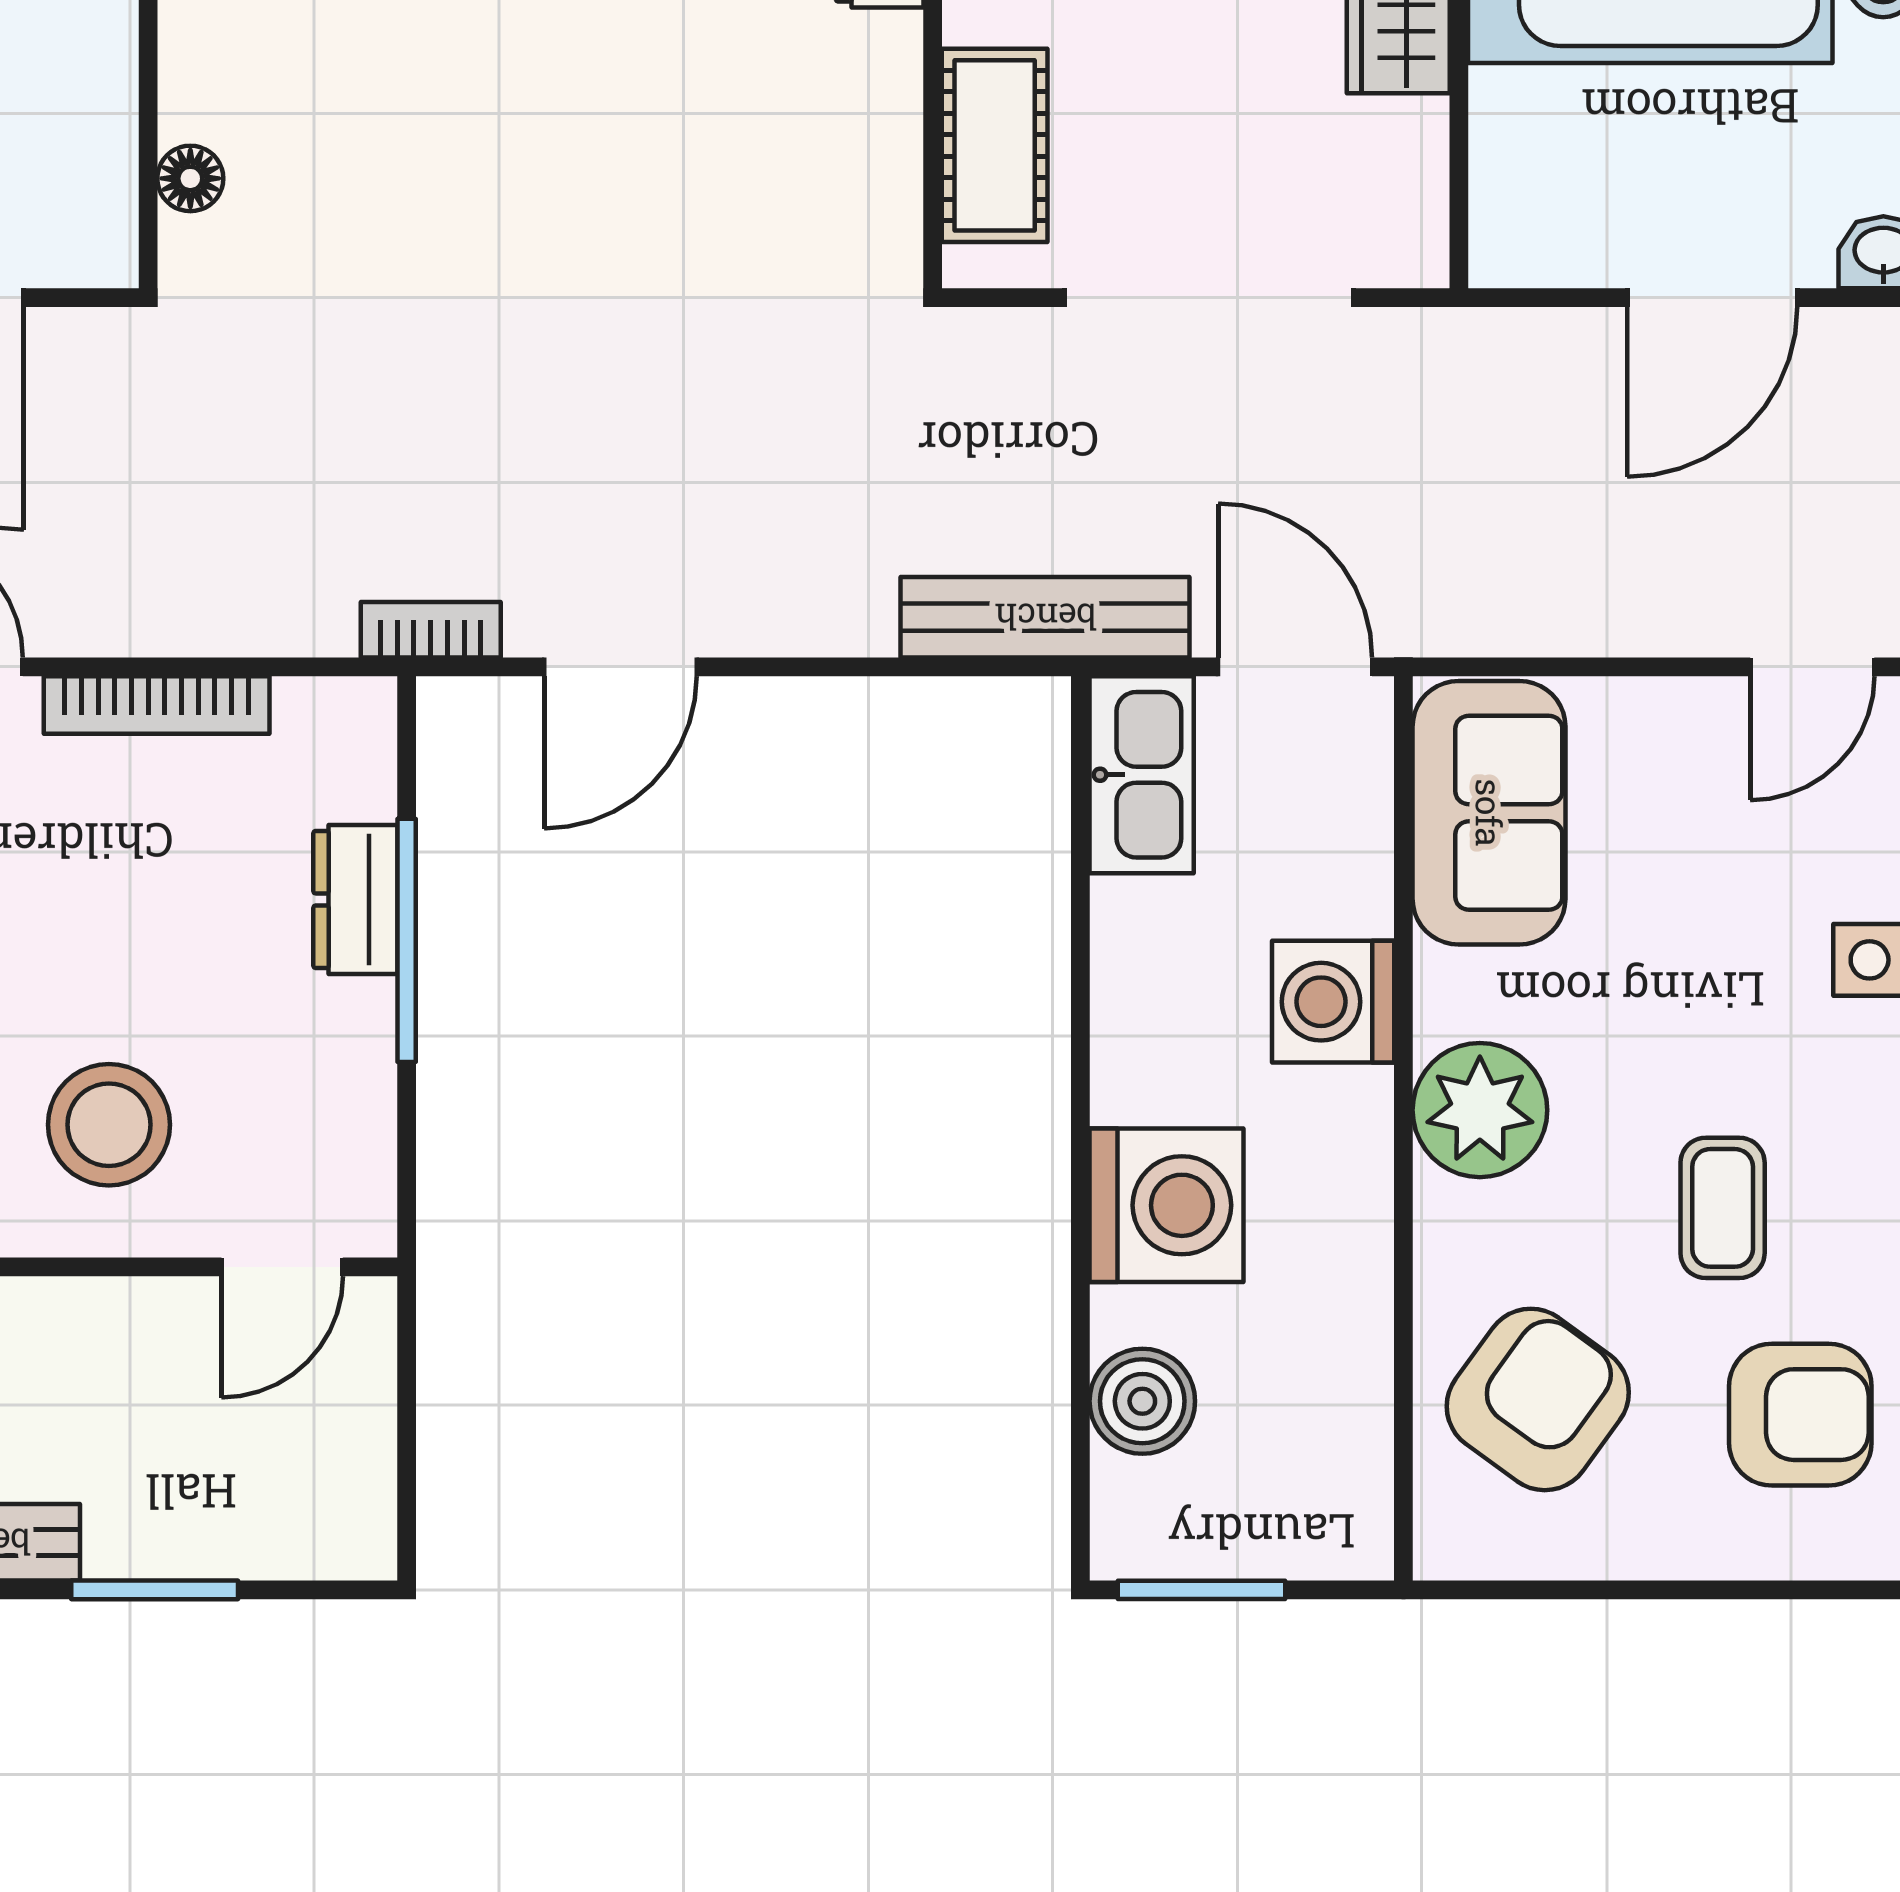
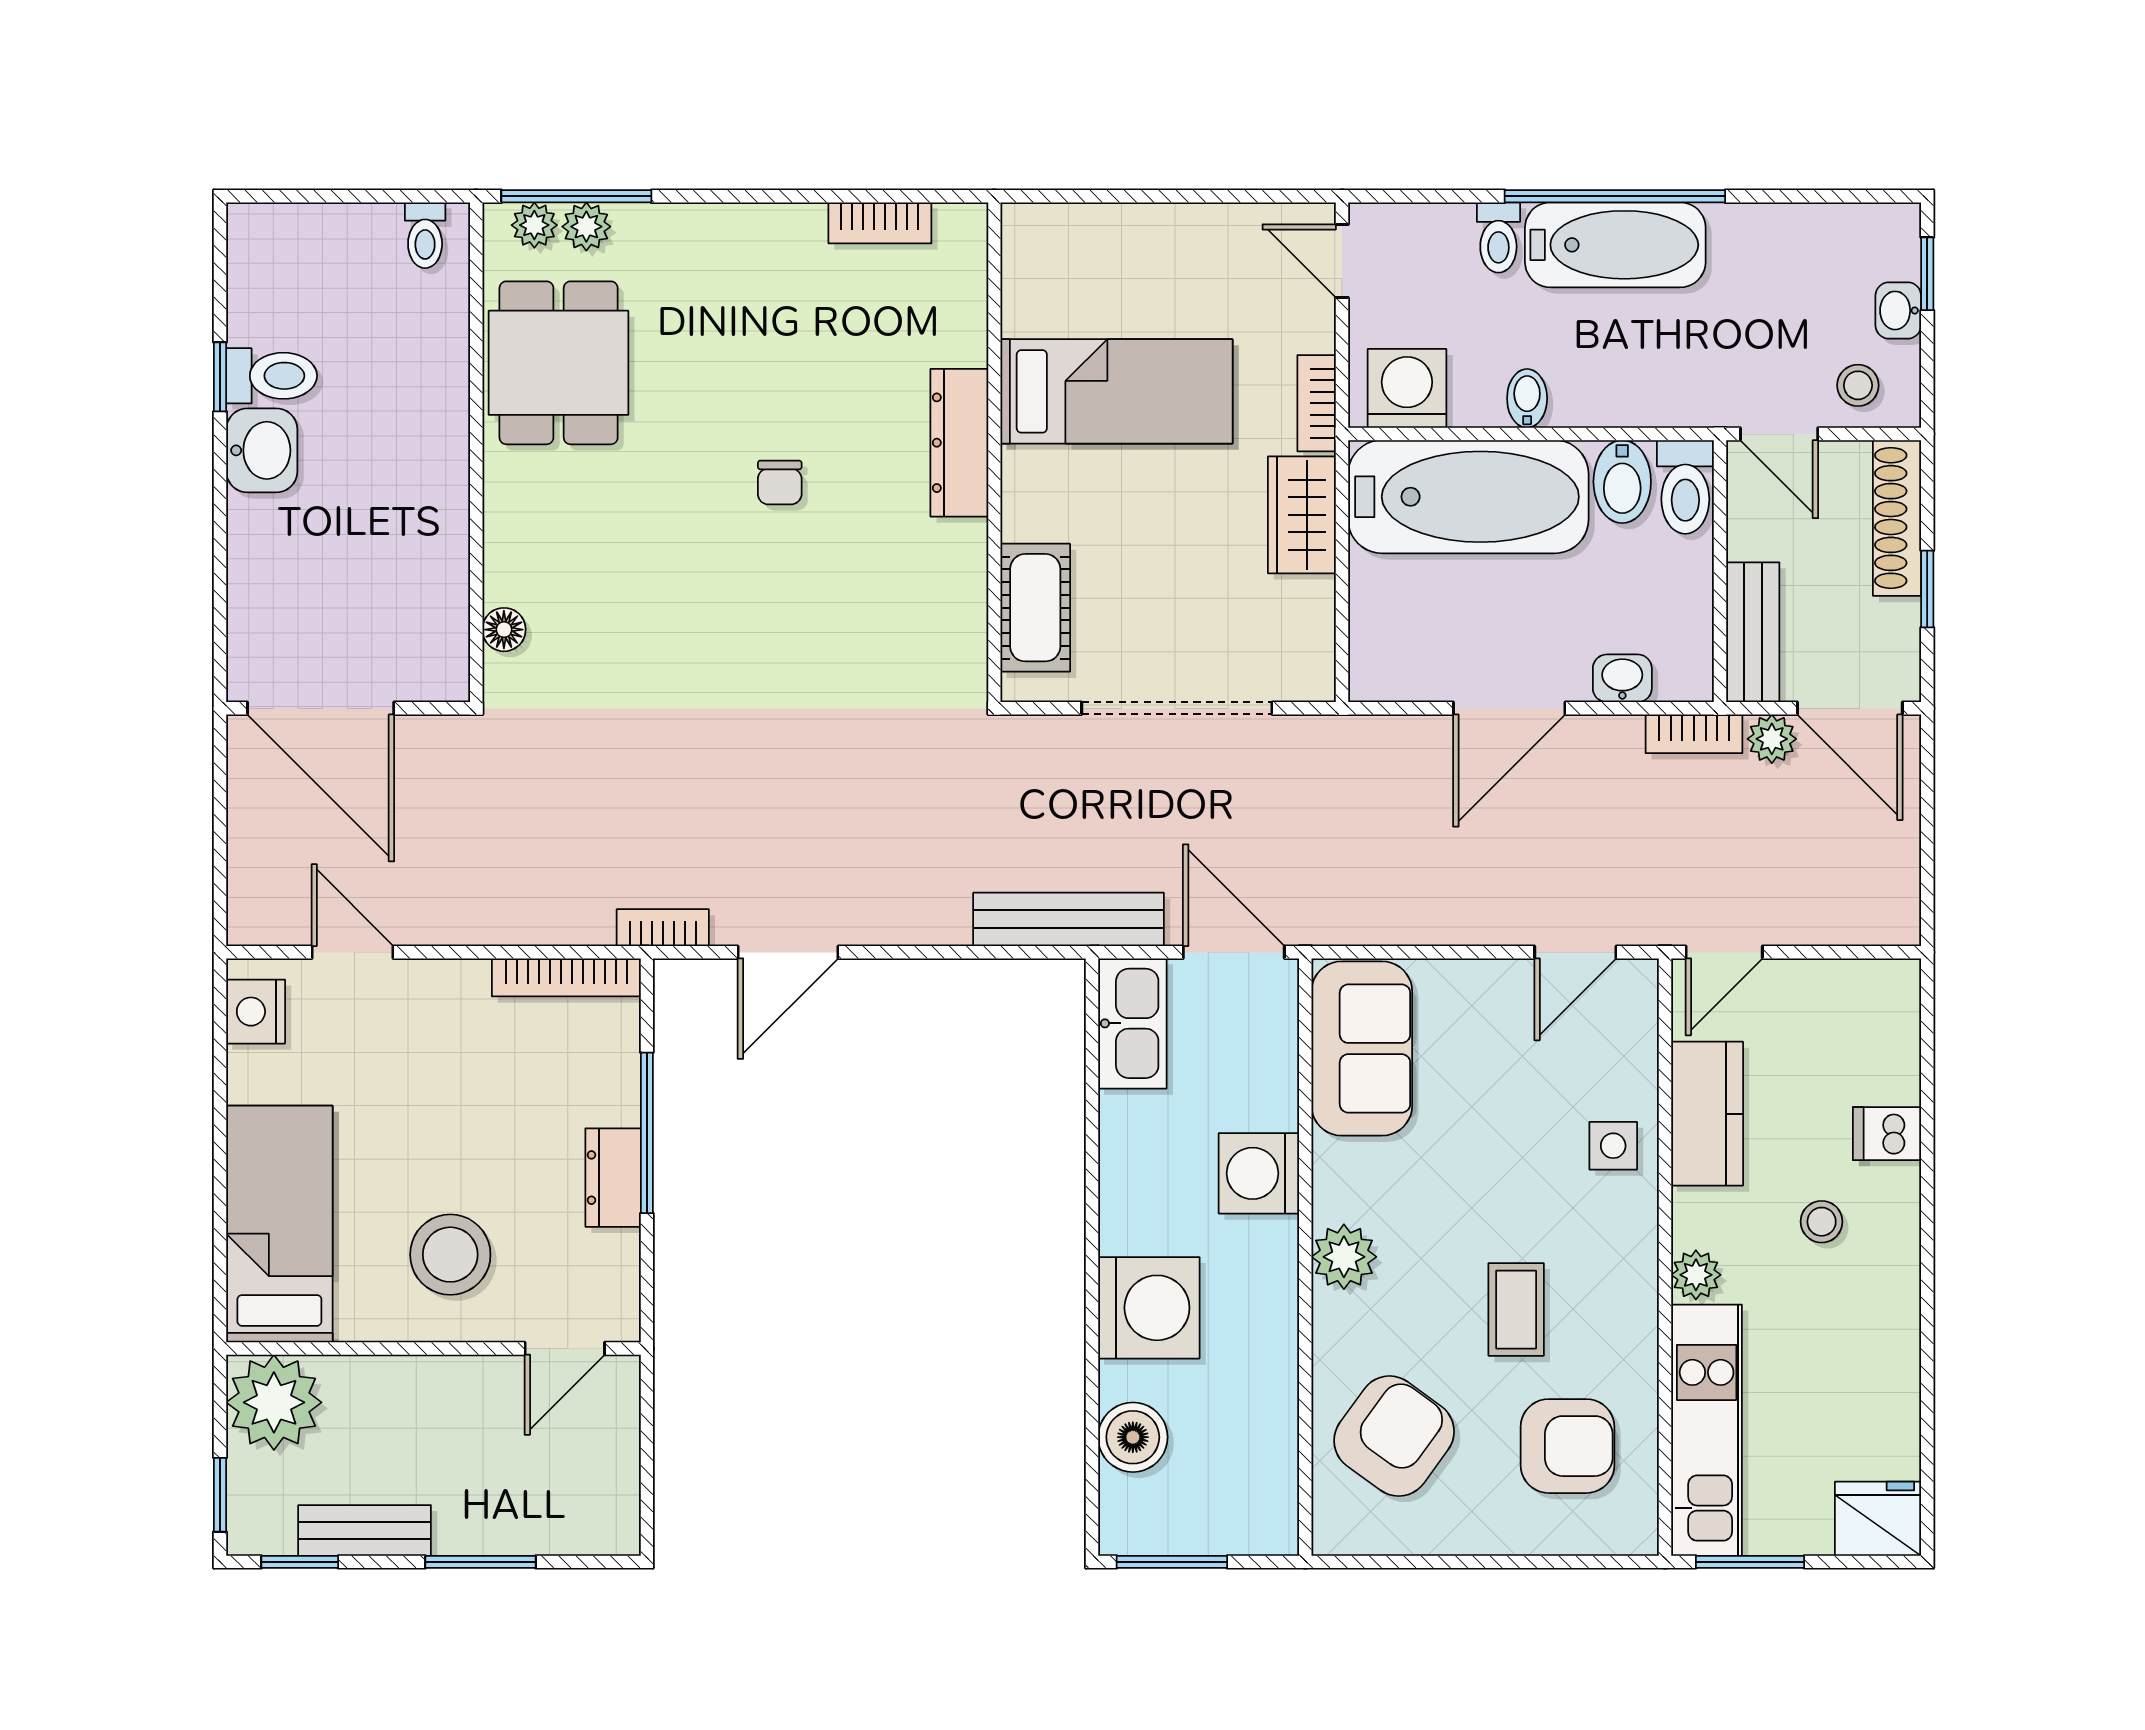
bookcase: (157, 705) -> (566, 977), moved
dresser: (355, 899) -> (613, 1178), moved
plant: (1480, 1110) -> (1344, 1257), width x0.73, depth x0.73

